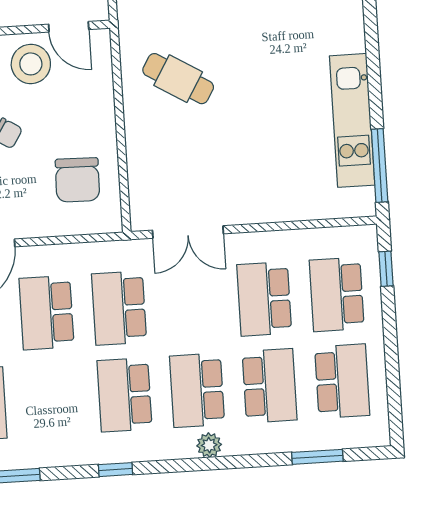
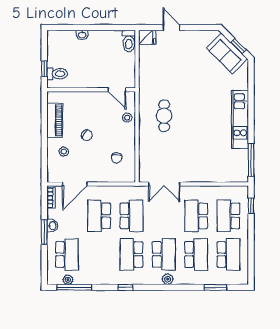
stool: (31, 64) -> (127, 118), moved, width x0.53, depth x0.53
cafe table: (178, 79) -> (164, 116), turned 59
kitchen unit: (352, 120) -> (240, 119), moved
chair: (77, 180) -> (117, 158), width x0.54, depth x0.54
school desk: (119, 308) -> (131, 216), turned 180
school desk: (197, 390) -> (164, 254), turned 180

